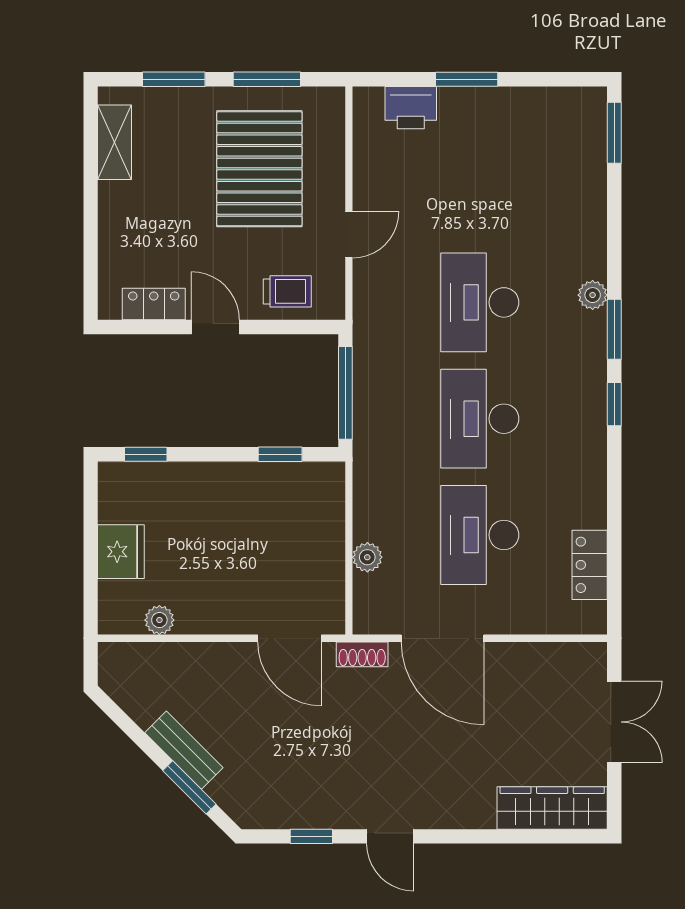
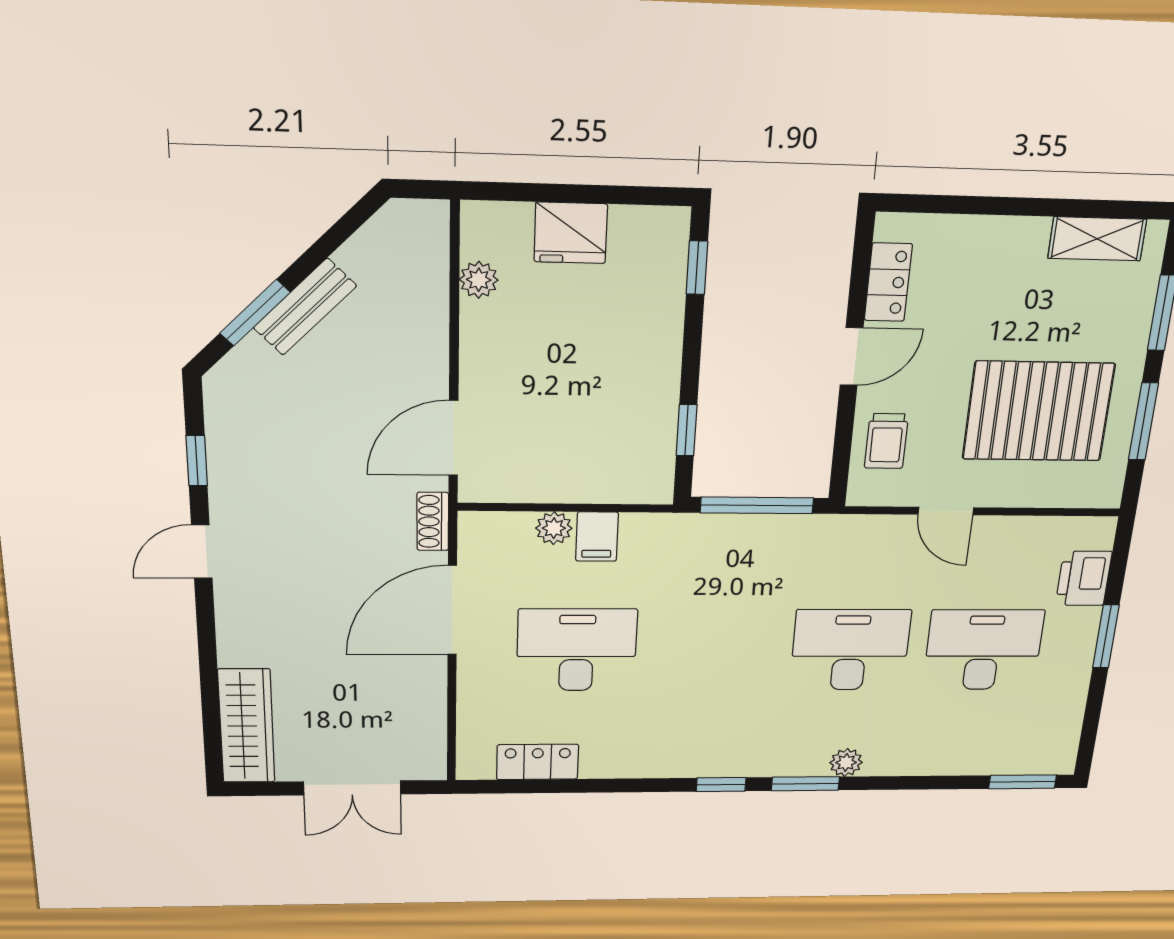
desk: (480, 419) -> (983, 650), moved
filing cabinet: (375, 522) -> (597, 537), added

